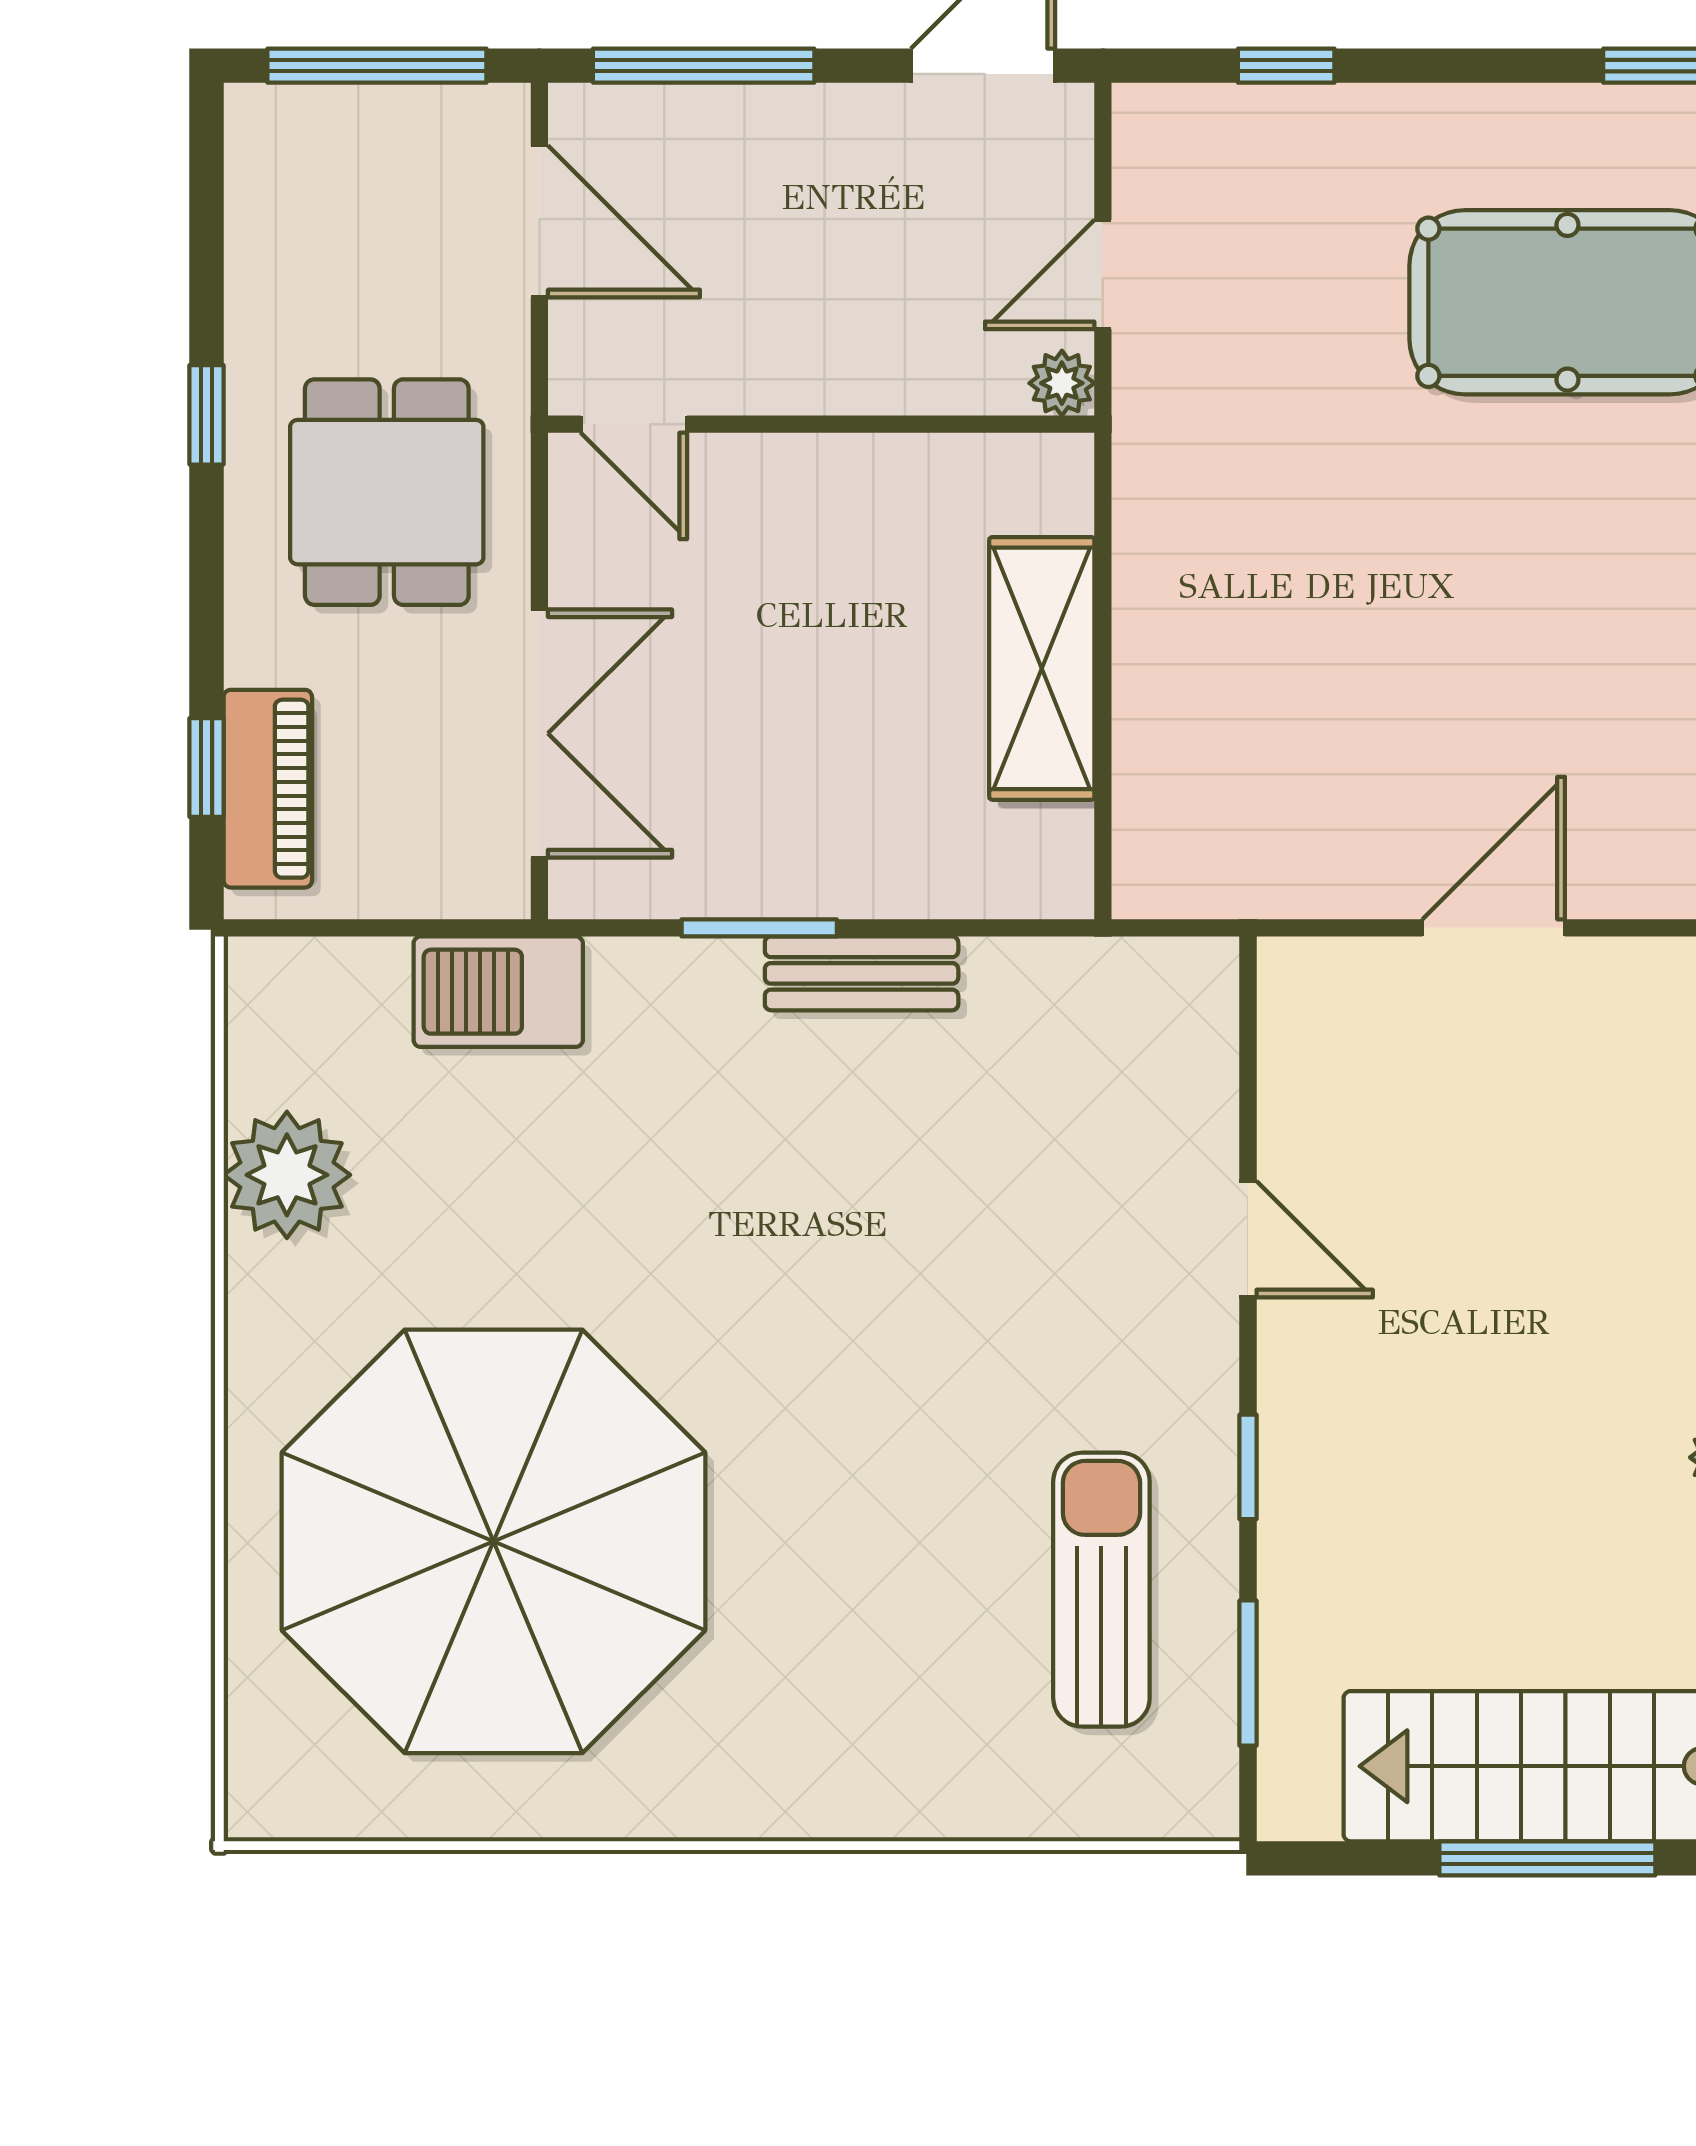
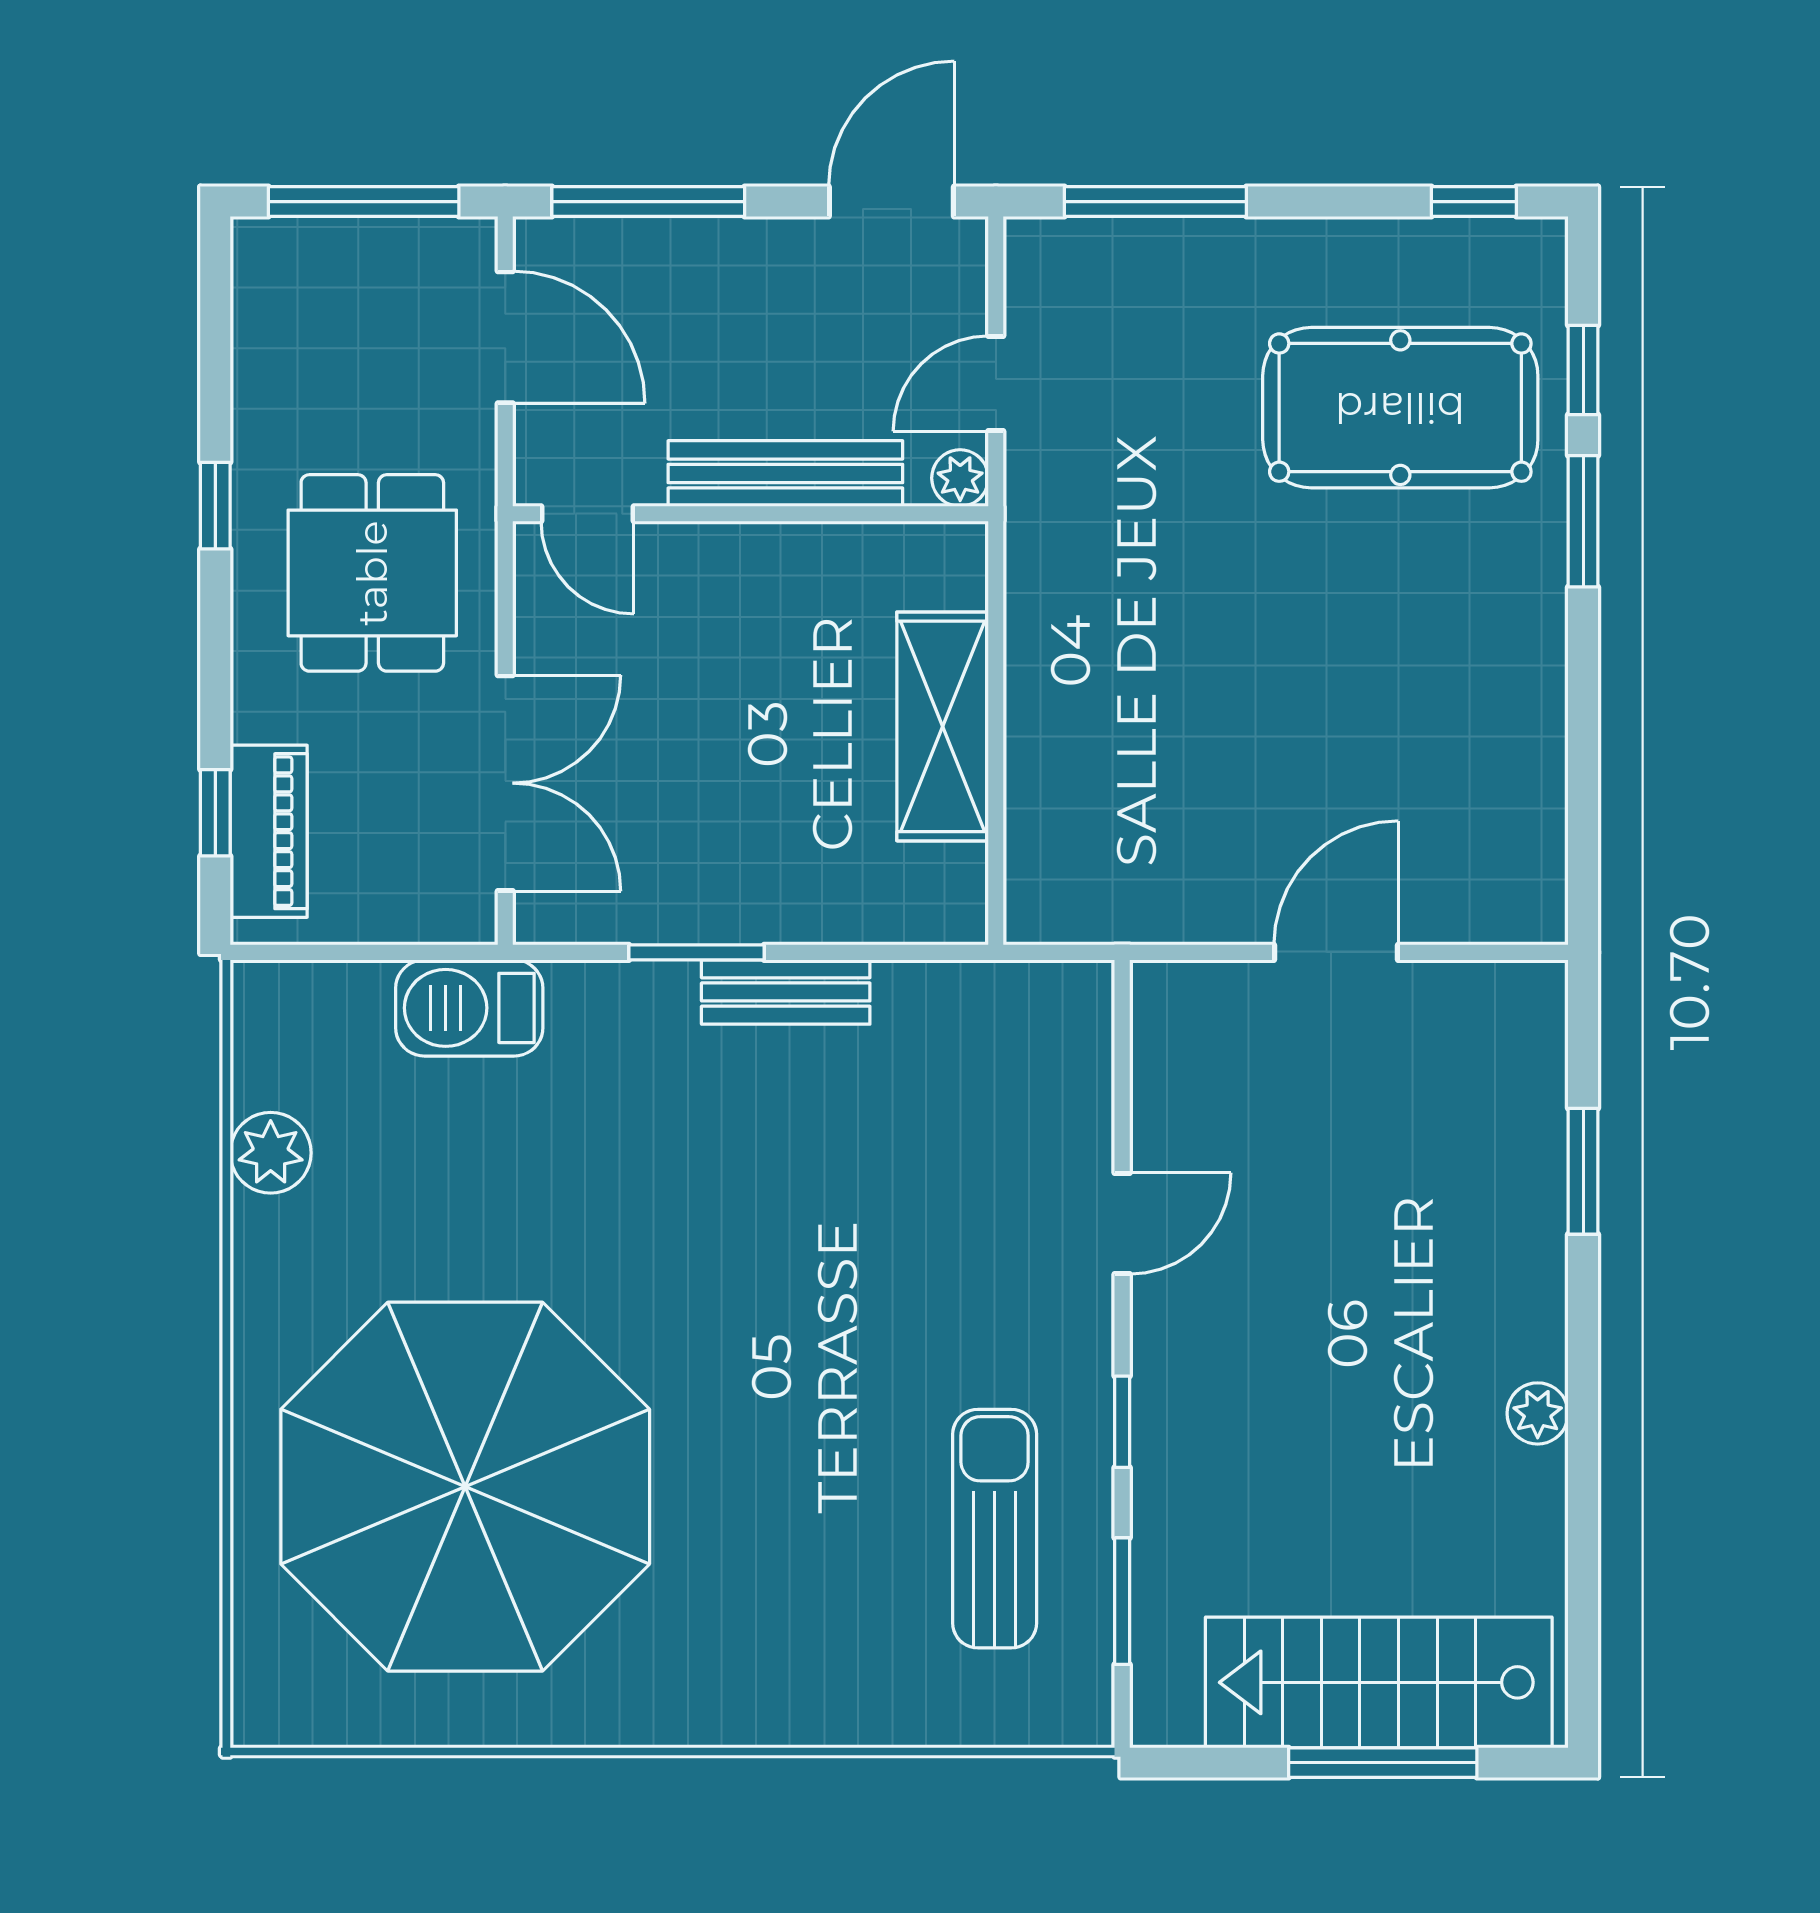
window: (1286, 66) -> (1155, 202), width x2.17
bench: (861, 378) -> (785, 474), added
plant: (287, 1175) -> (271, 1153), width x0.73, depth x0.73
door: (1248, 1239) -> (1122, 1224), hinge flipped

